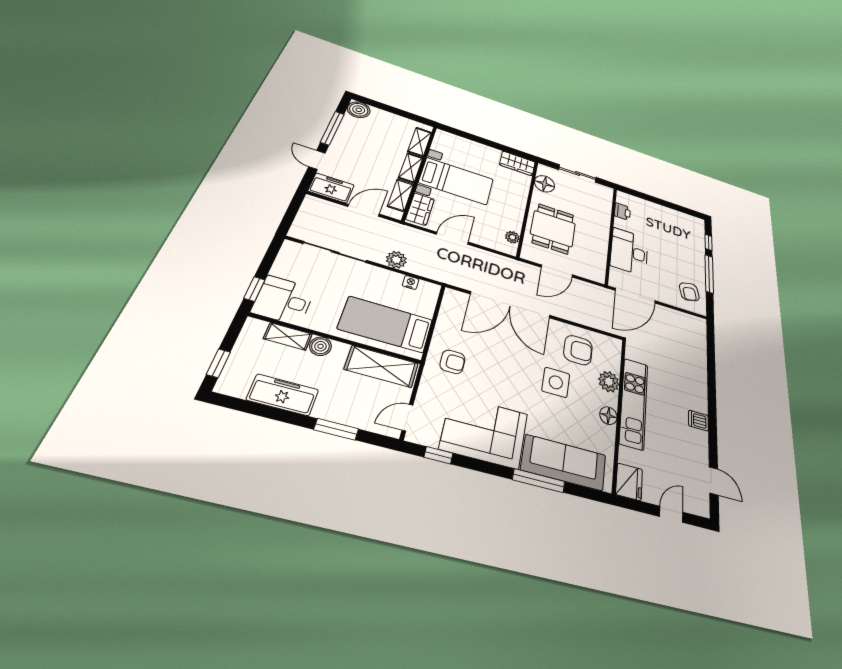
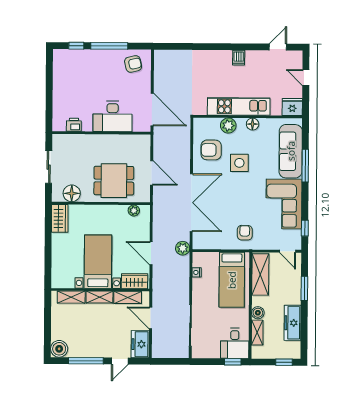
plant: (396, 260) -> (183, 248), moved
armchair: (578, 350) -> (211, 150), turned -90

